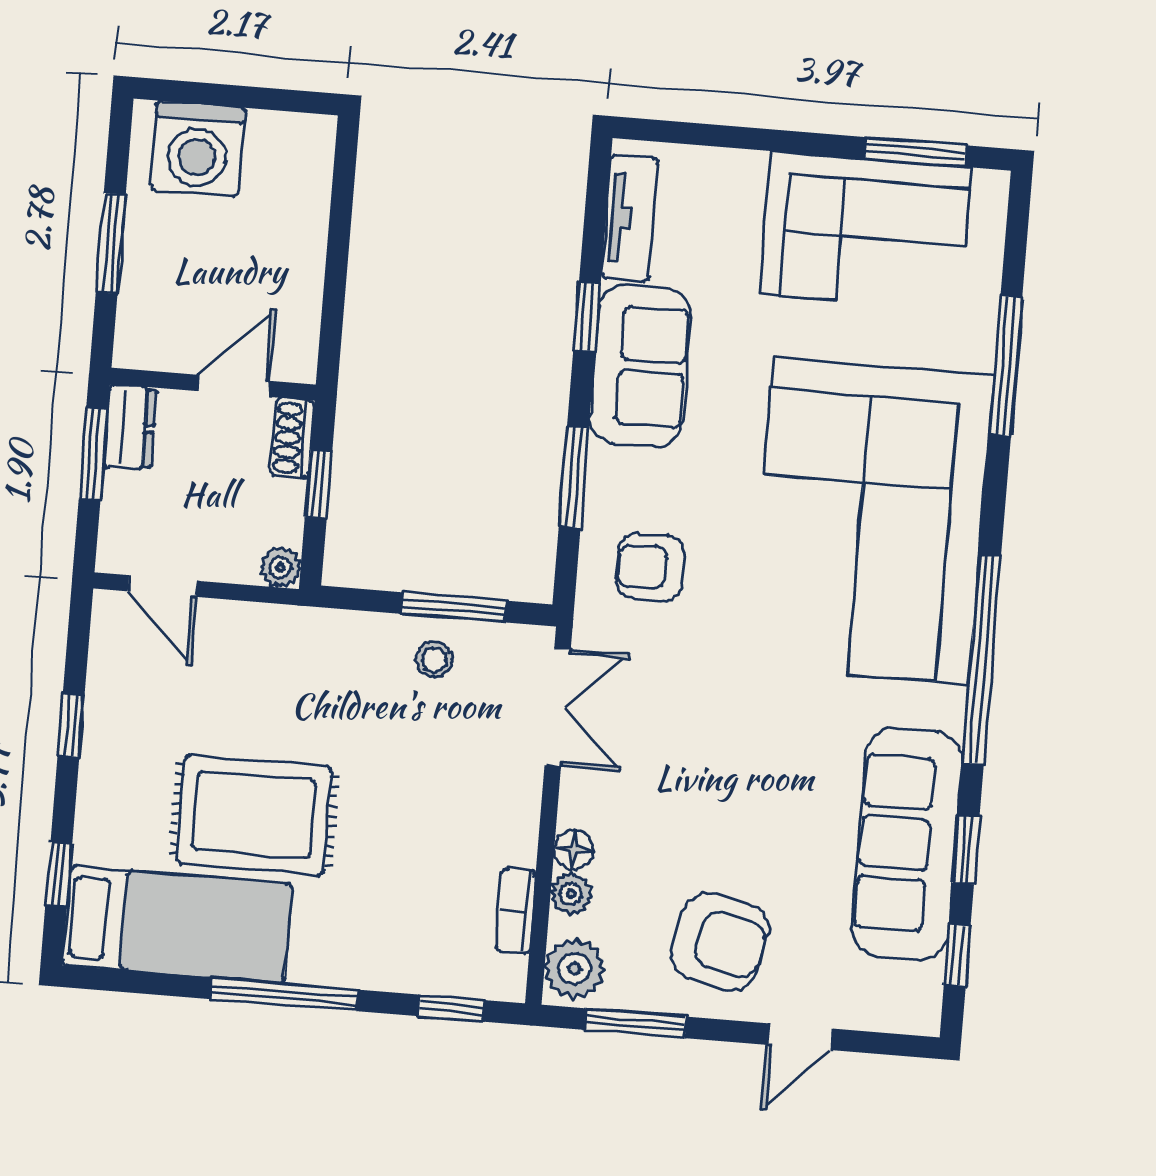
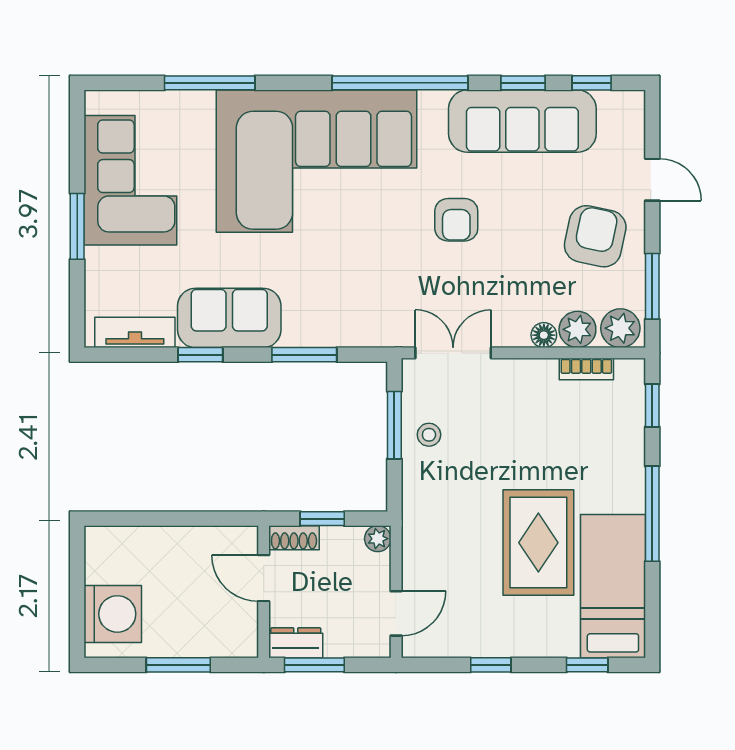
window: (915, 152) -> (77, 226), moved
armchair: (650, 567) -> (456, 220), moved
plant: (571, 894) -> (577, 329), width x1.38, depth x1.38

